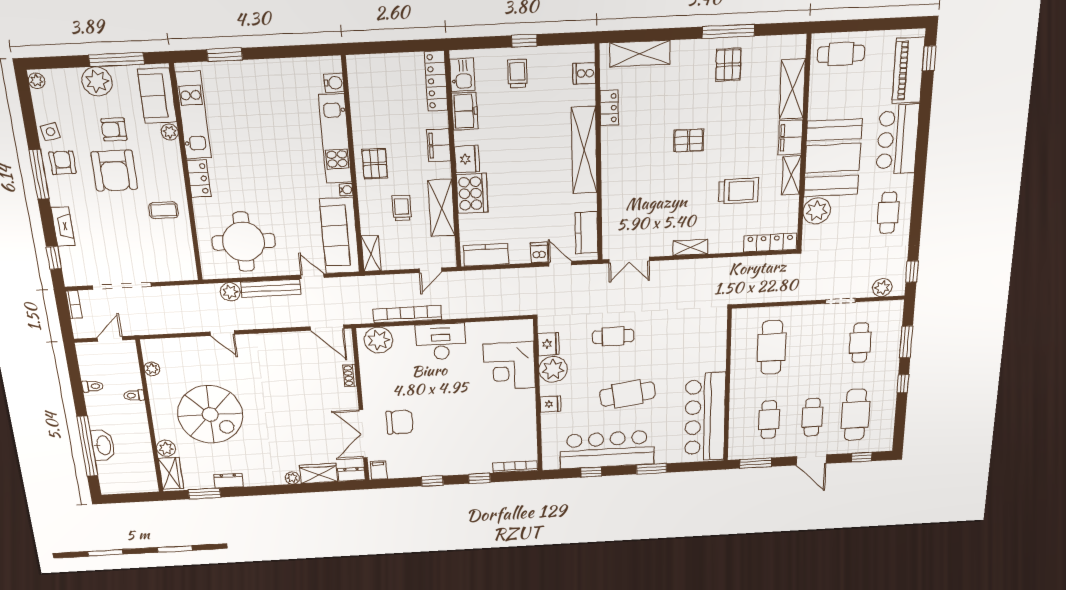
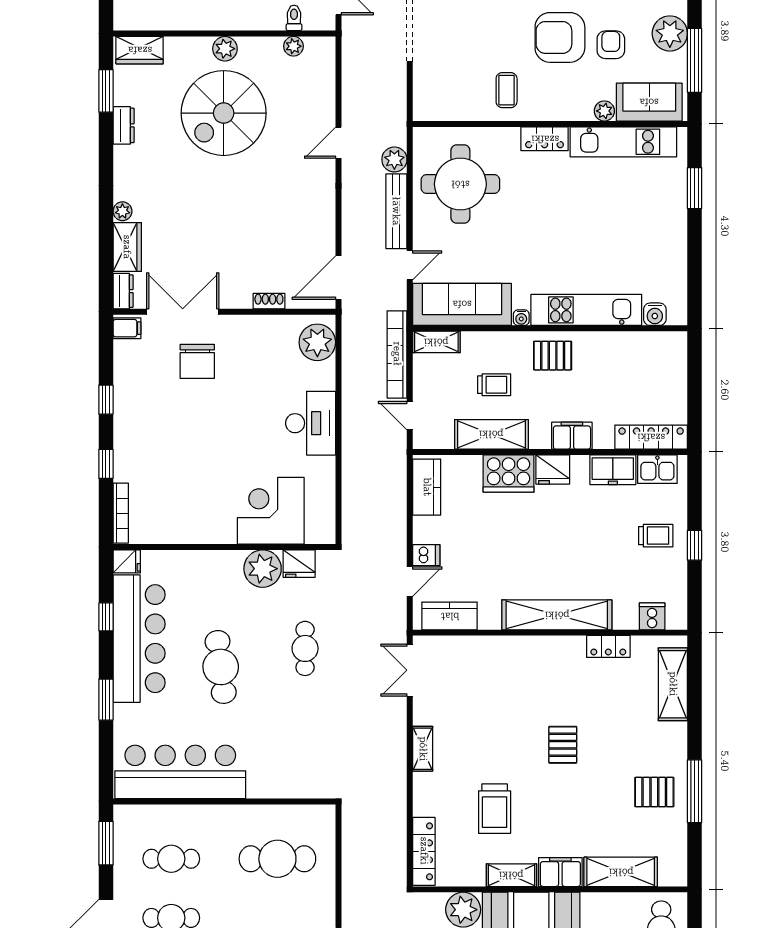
bookcase: (407, 314) -> (397, 354), moved, turned 180
toilet: (134, 395) -> (294, 18), moved
fridge: (550, 404) -> (127, 561), moved, turned -90
plant: (166, 448) -> (225, 49), moved

